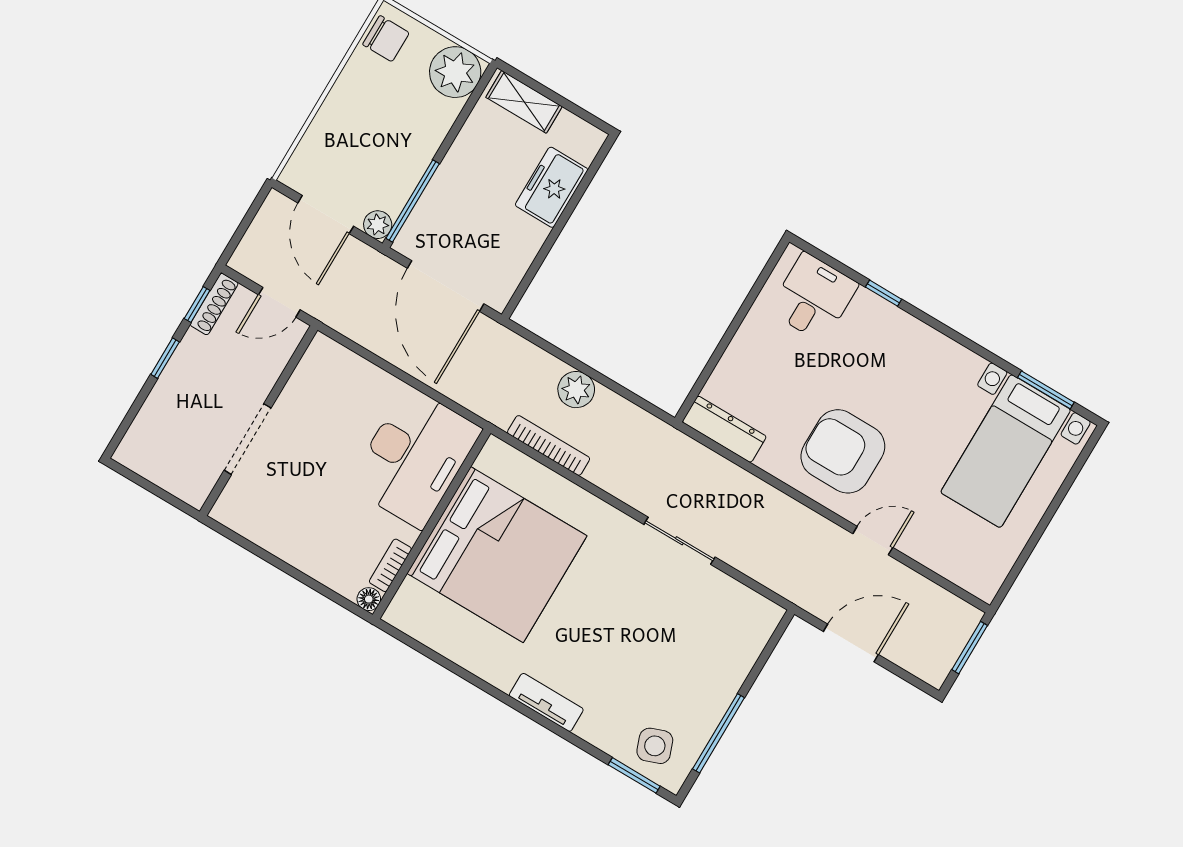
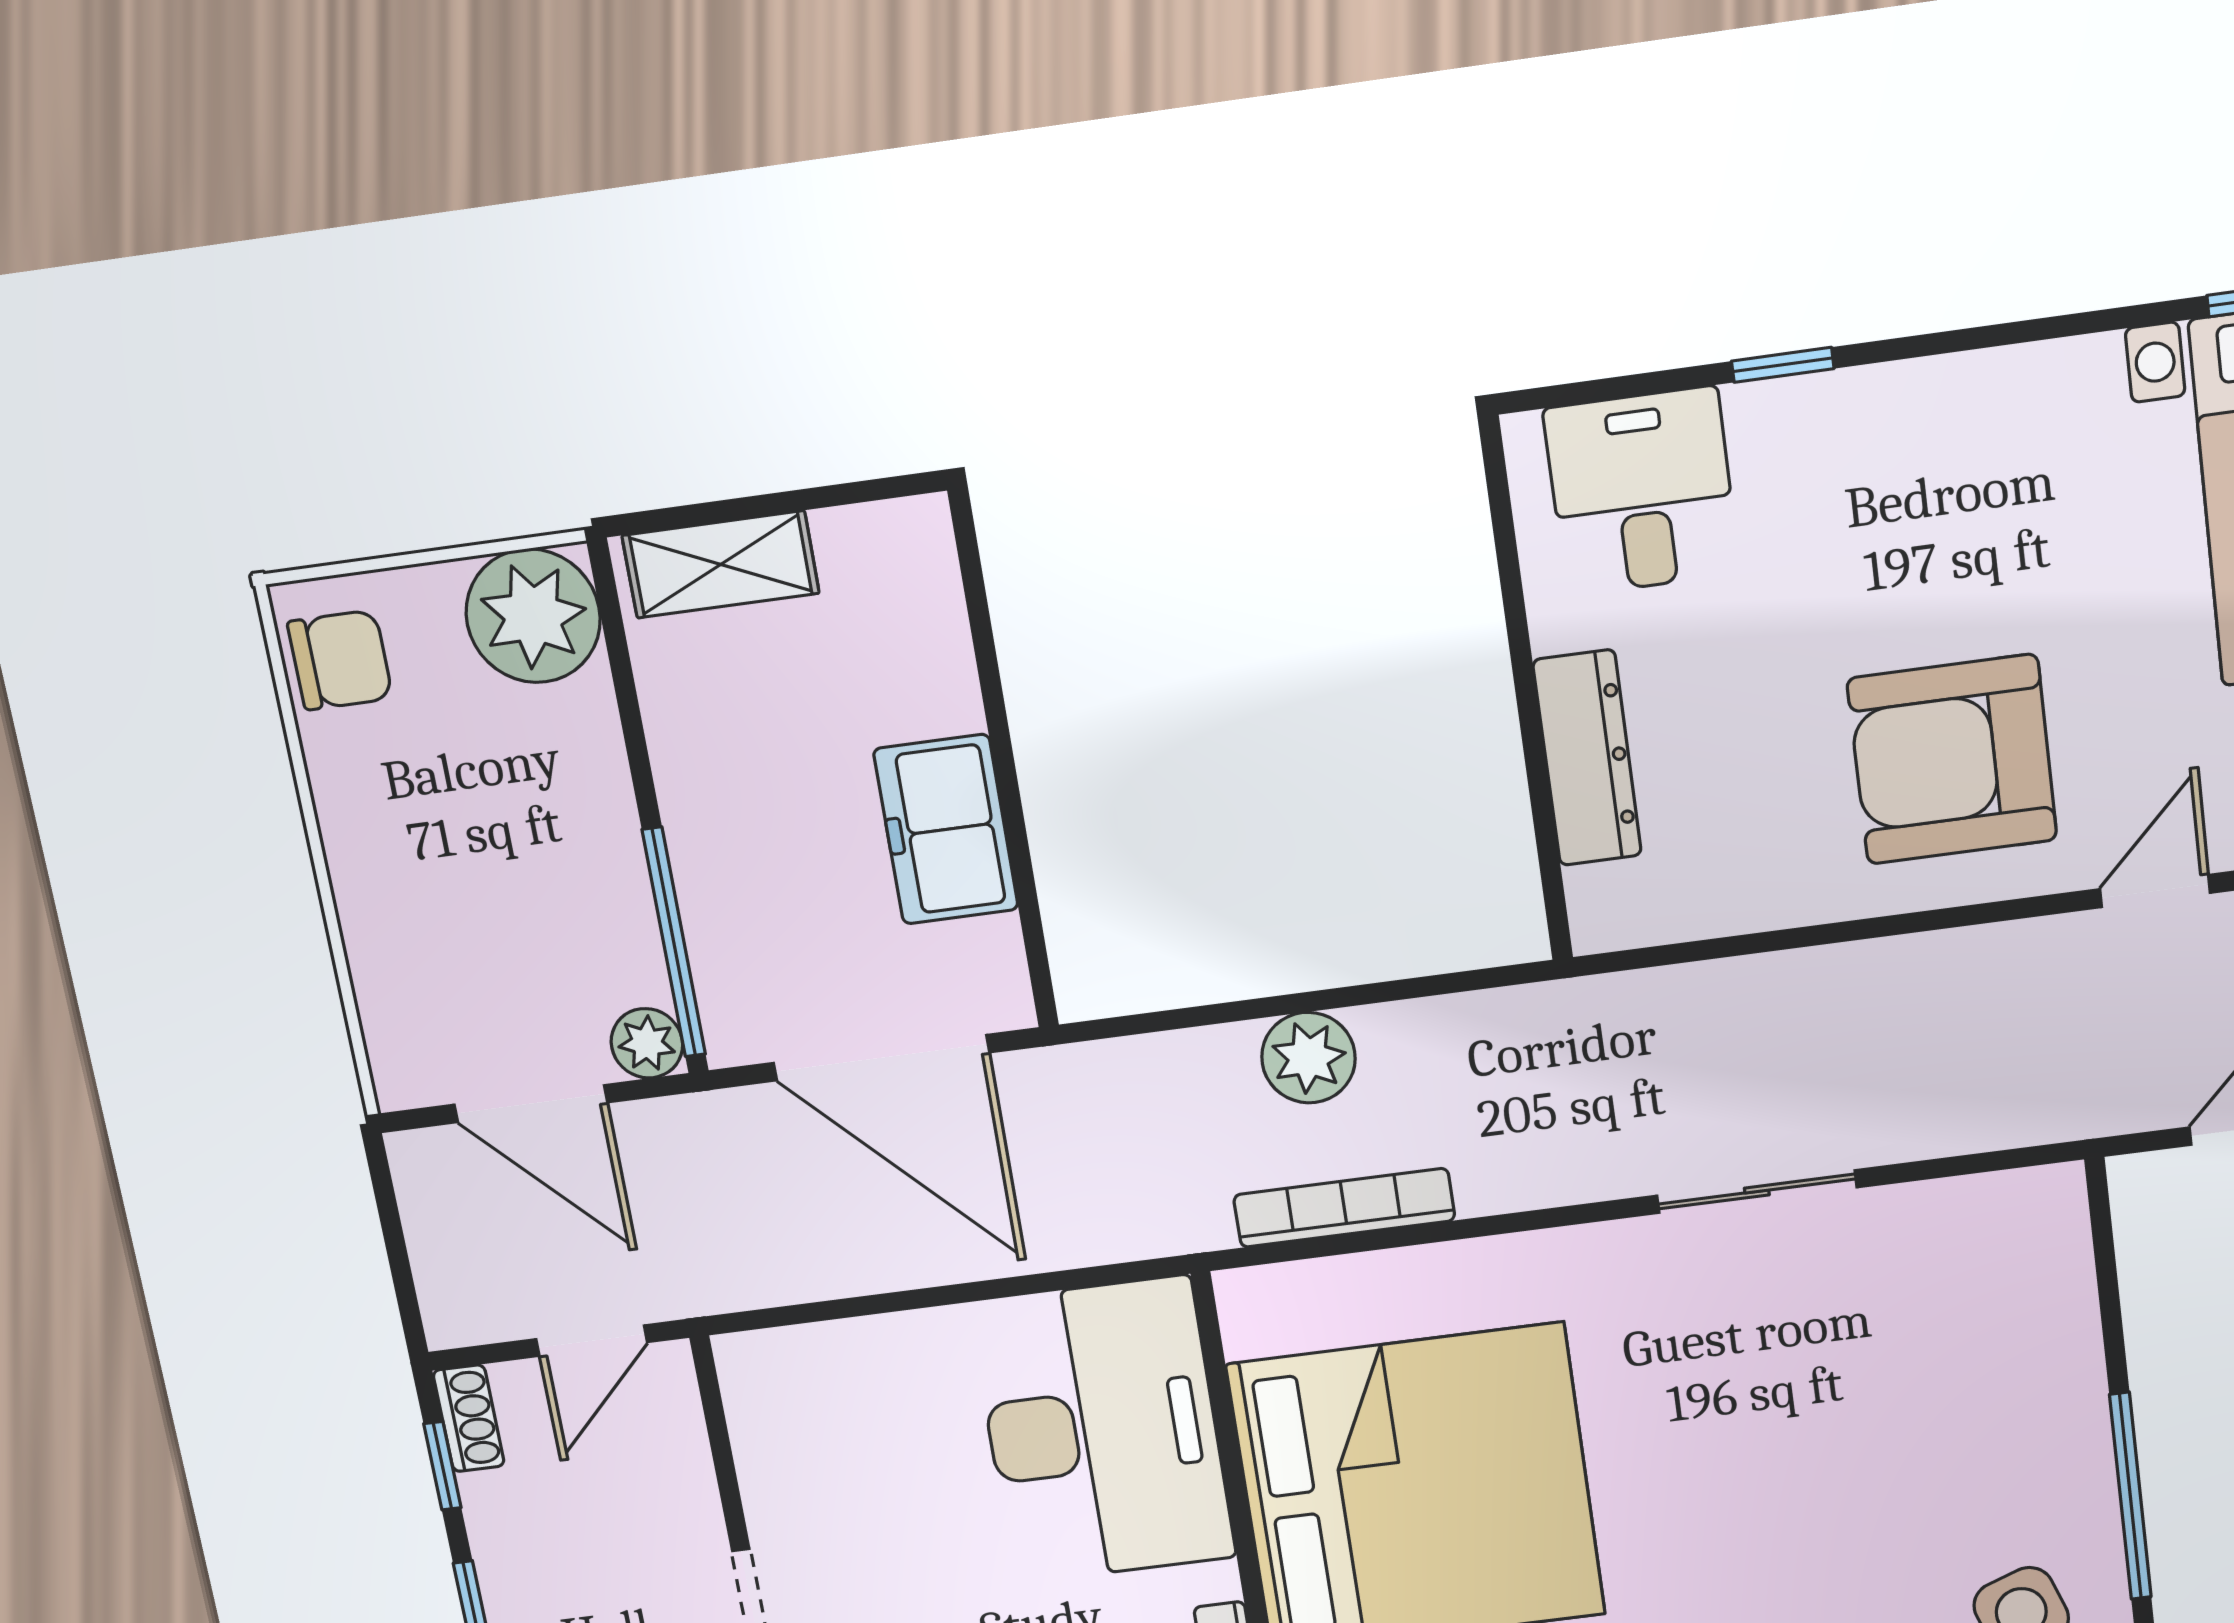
freezer: (552, 187) -> (946, 829), moved
shoe rack: (214, 304) -> (469, 1418), width x0.70
dresser: (724, 429) -> (1587, 758), moved, turned 90

